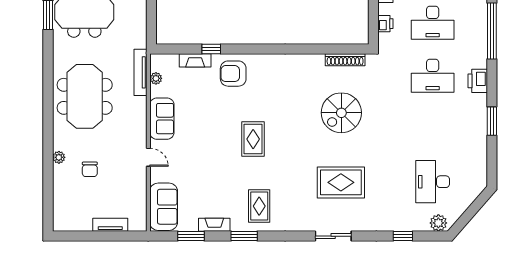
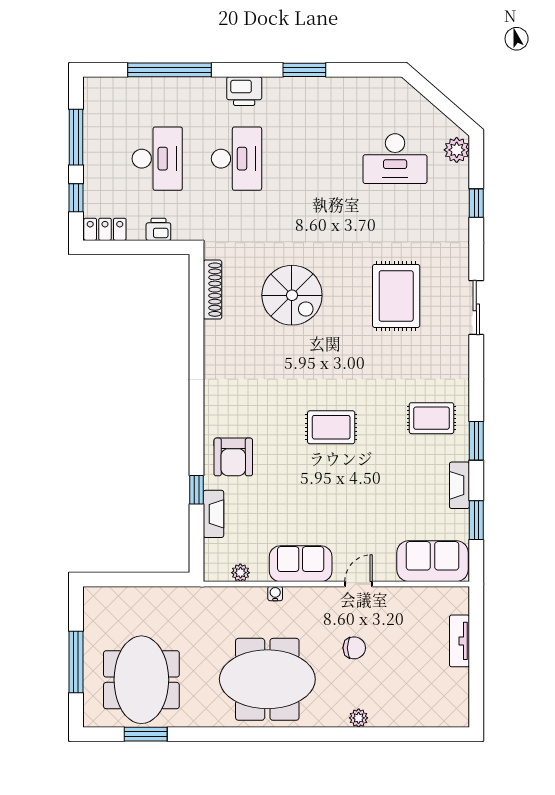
tv unit: (141, 72) -> (231, 596), removed
water cooler: (142, 102) -> (275, 594), added
chair: (90, 169) -> (354, 648), moved

